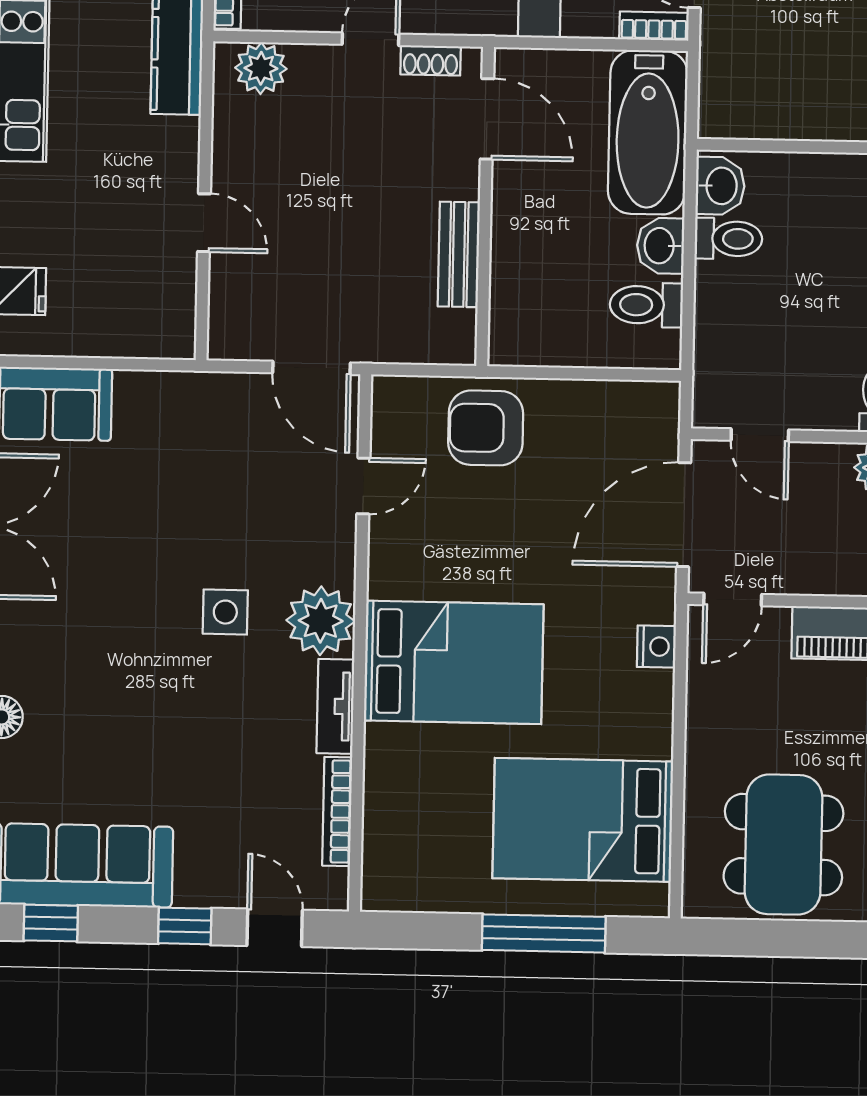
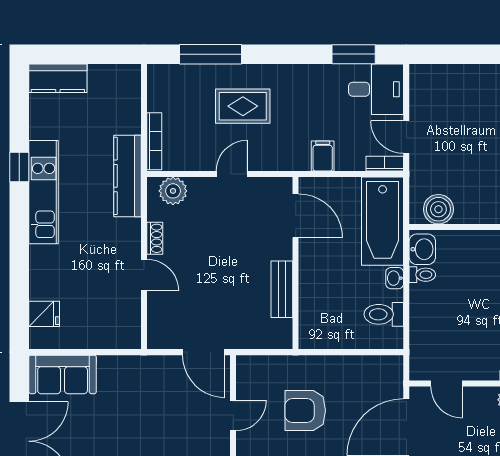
shoe rack: (431, 60) -> (155, 238), moved, turned -90
boiler: (752, 112) -> (438, 209), added
toilet: (728, 239) -> (422, 275), width x0.73, depth x0.72
washbasin: (661, 246) -> (395, 278), width x0.72, depth x0.69
armchair: (486, 428) -> (305, 410), moved

